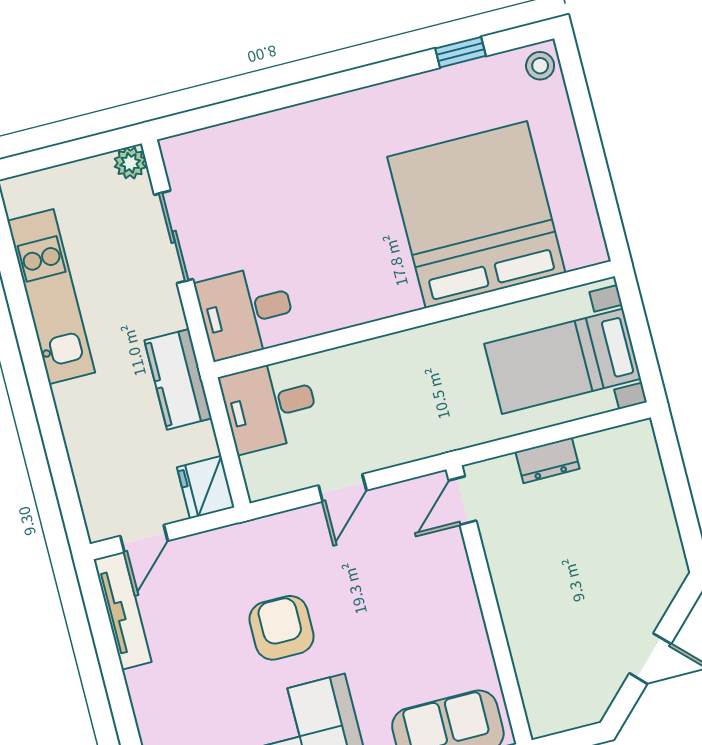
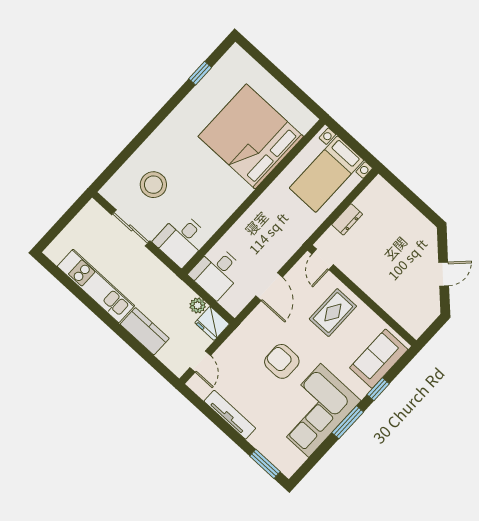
stool: (540, 66) -> (153, 185), moved, width x1.89, depth x1.89
plant: (130, 163) -> (198, 305), moved
kitchen counter: (178, 379) -> (145, 331), moved, turned 180
door: (342, 488) -> (269, 287), width x1.38
rug: (421, 602) -> (333, 313), added
tv unit: (123, 611) -> (230, 415), moved

